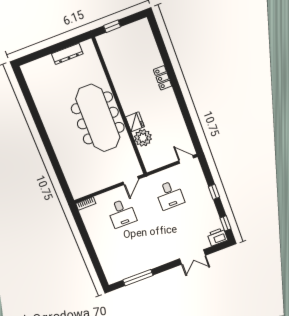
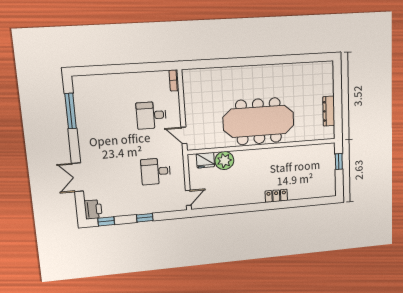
fridge: (135, 122) -> (205, 160), moved

